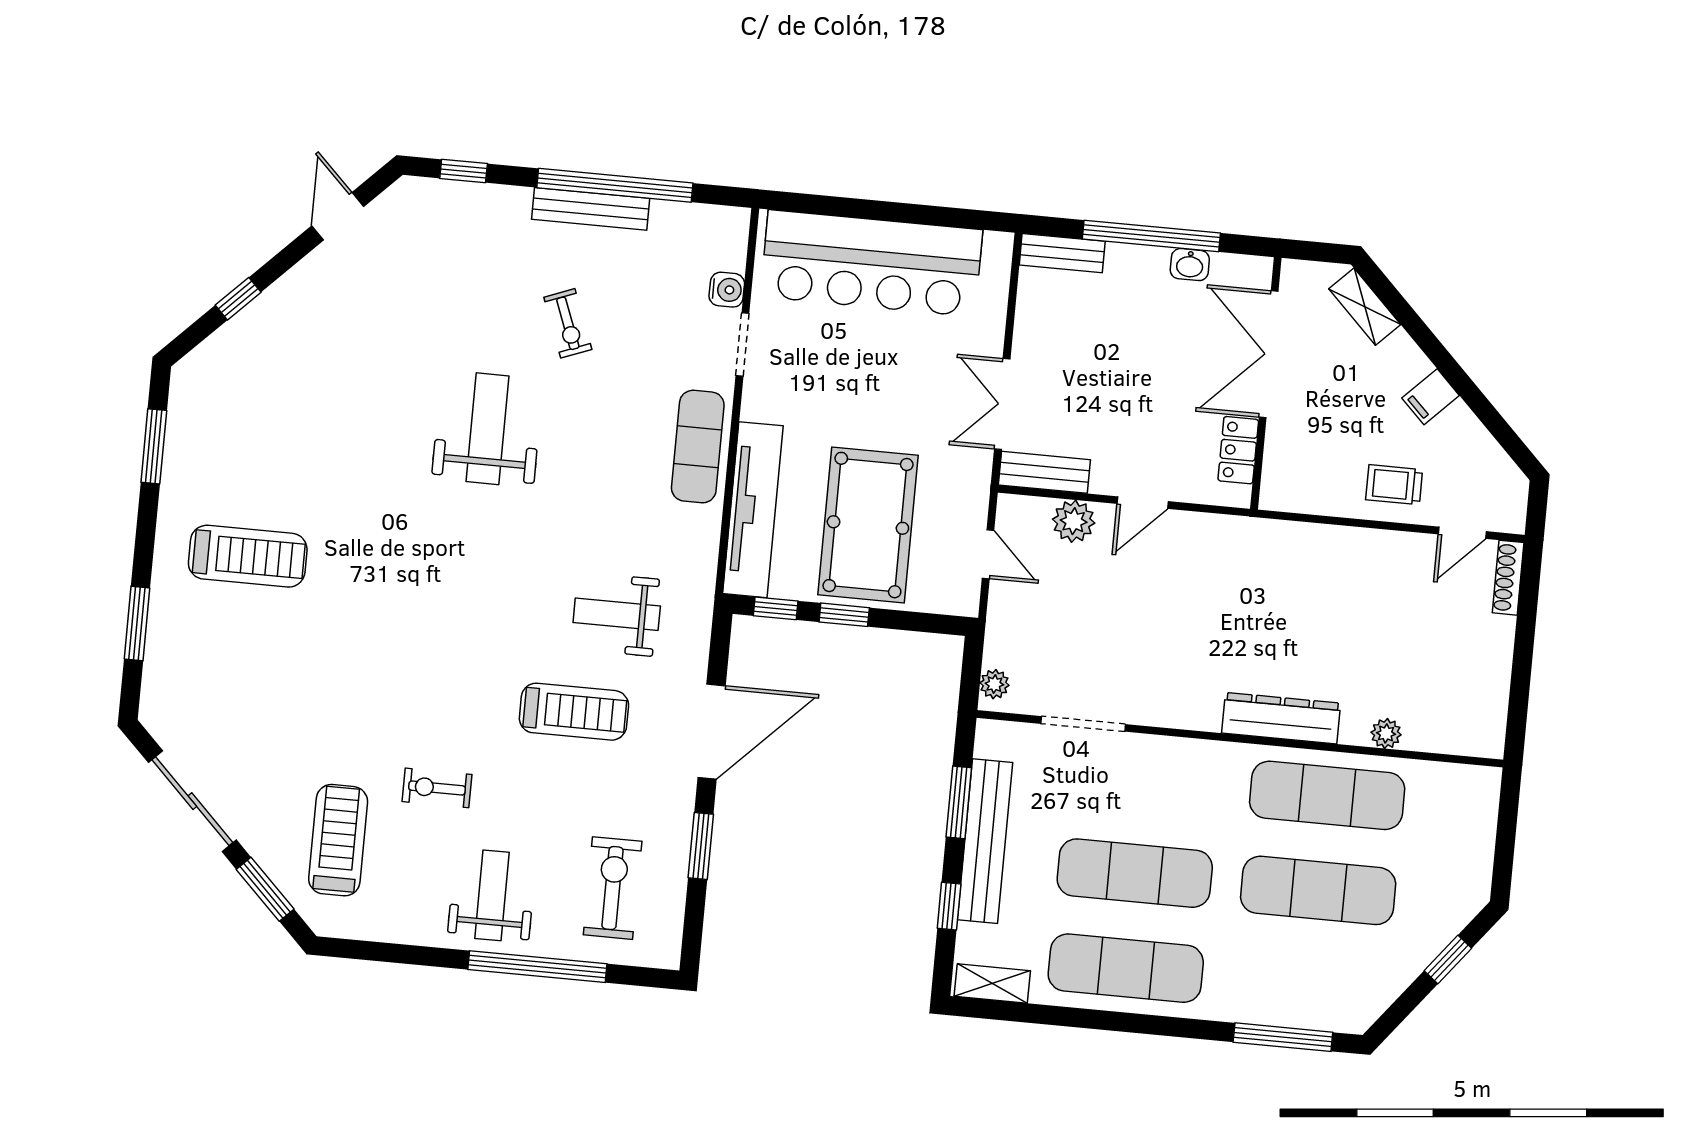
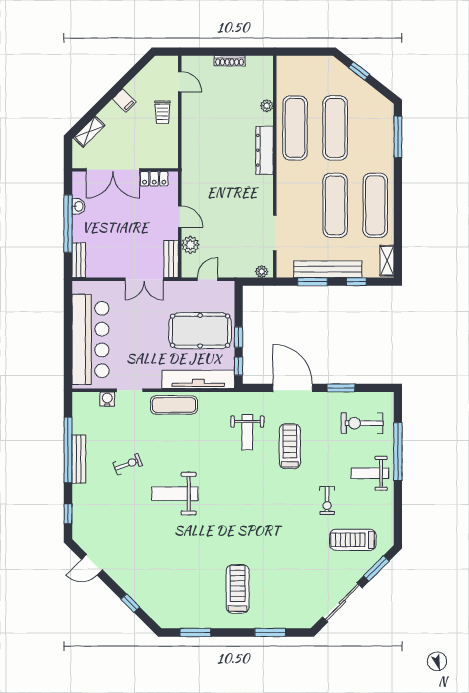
shoe rack: (1508, 578) -> (230, 61), moved

